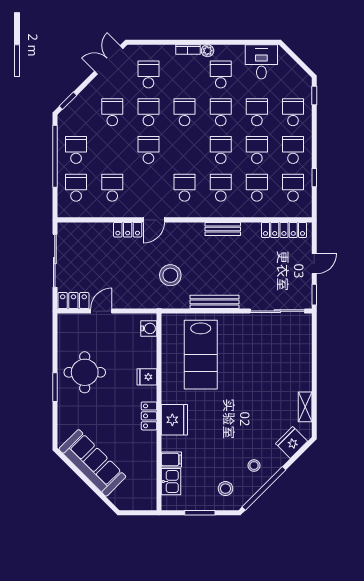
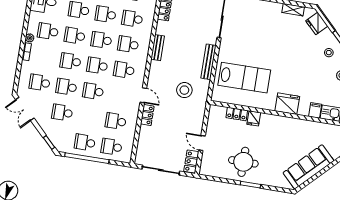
school desk: (185, 150) -> (97, 66), added
water cooler: (149, 328) -> (220, 111), removed
locker: (149, 416) -> (237, 114), moved

